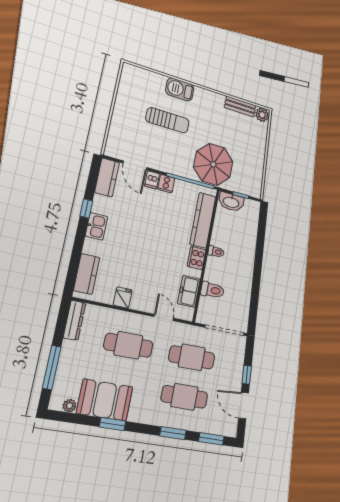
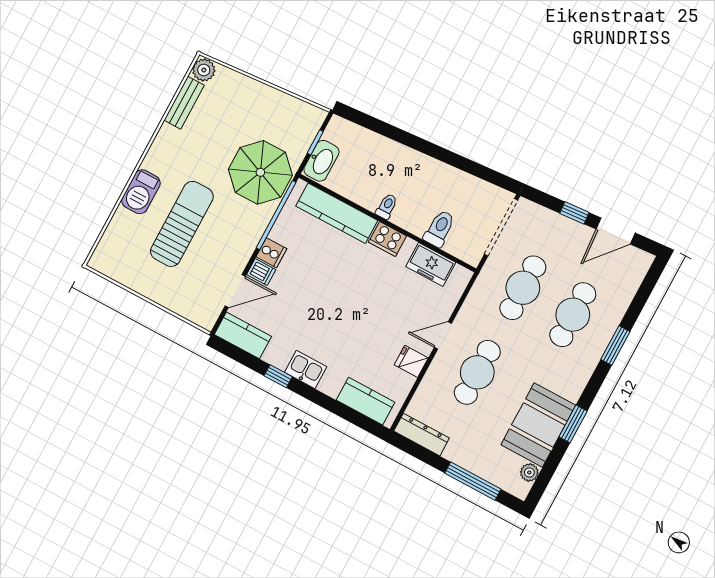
sun lounger: (167, 120) -> (182, 224), width x1.36, depth x1.34
door: (164, 317) -> (443, 335), moved
window: (211, 439) -> (644, 293), removed

